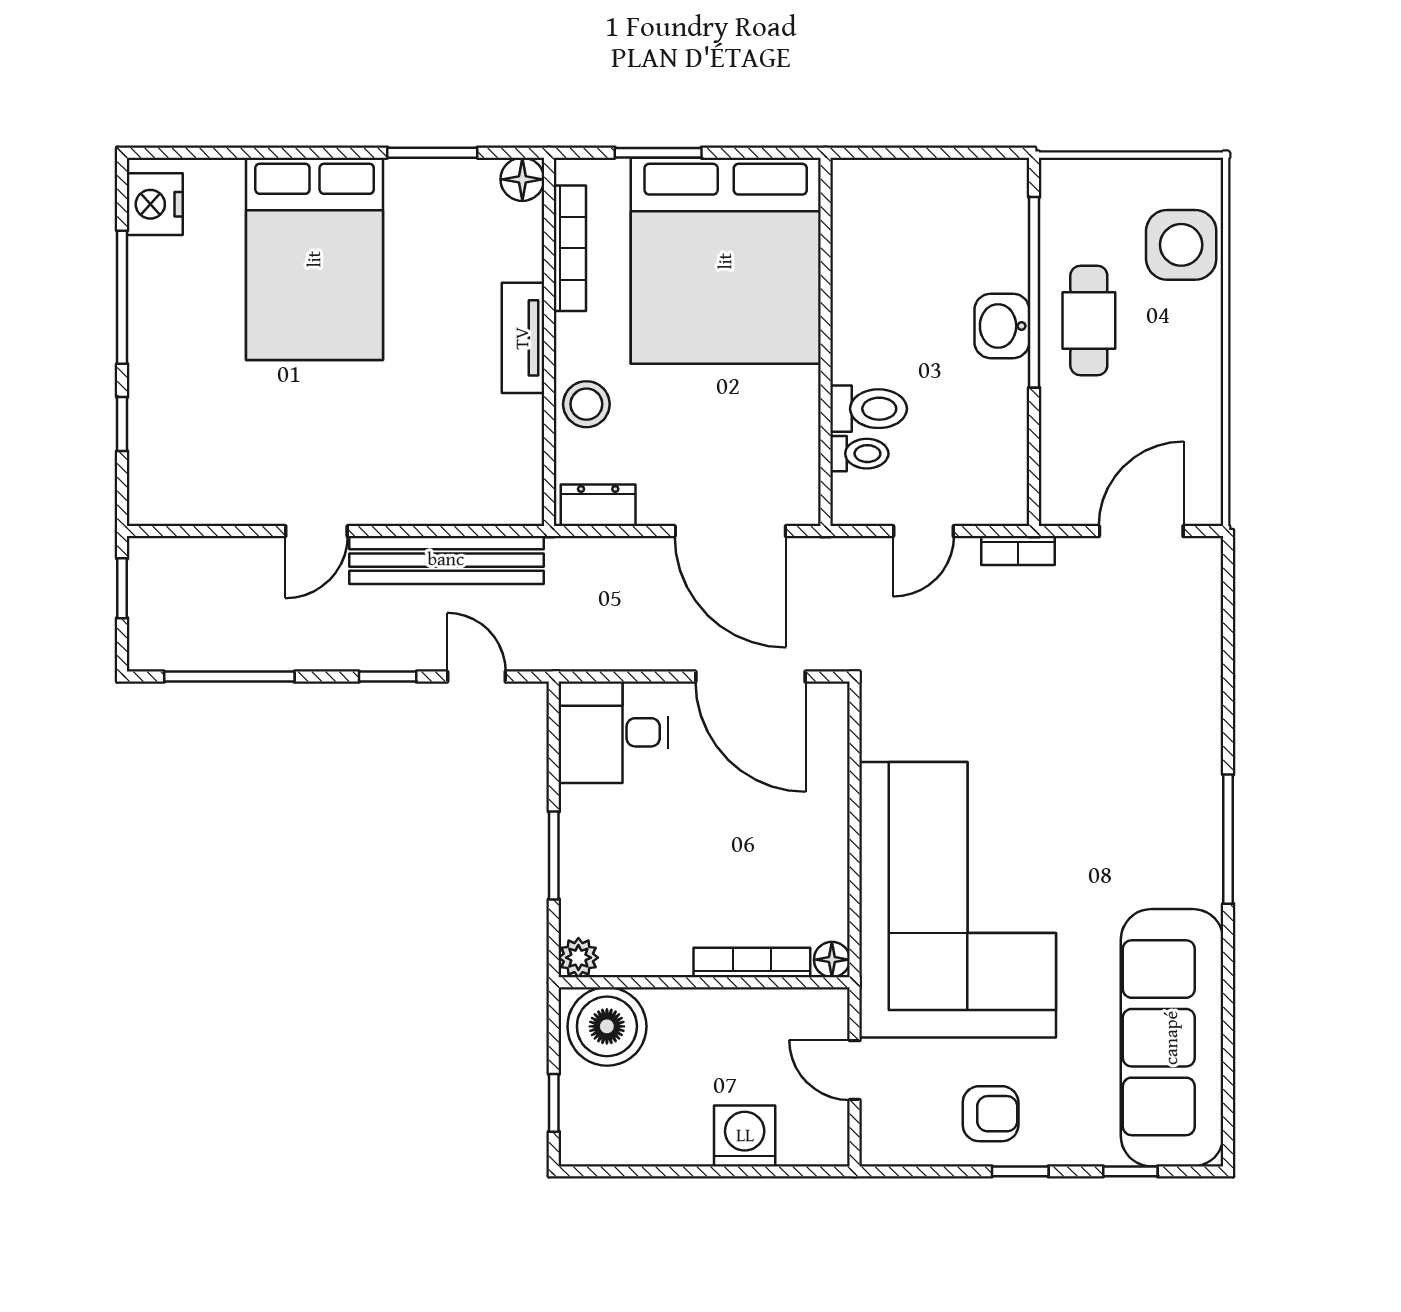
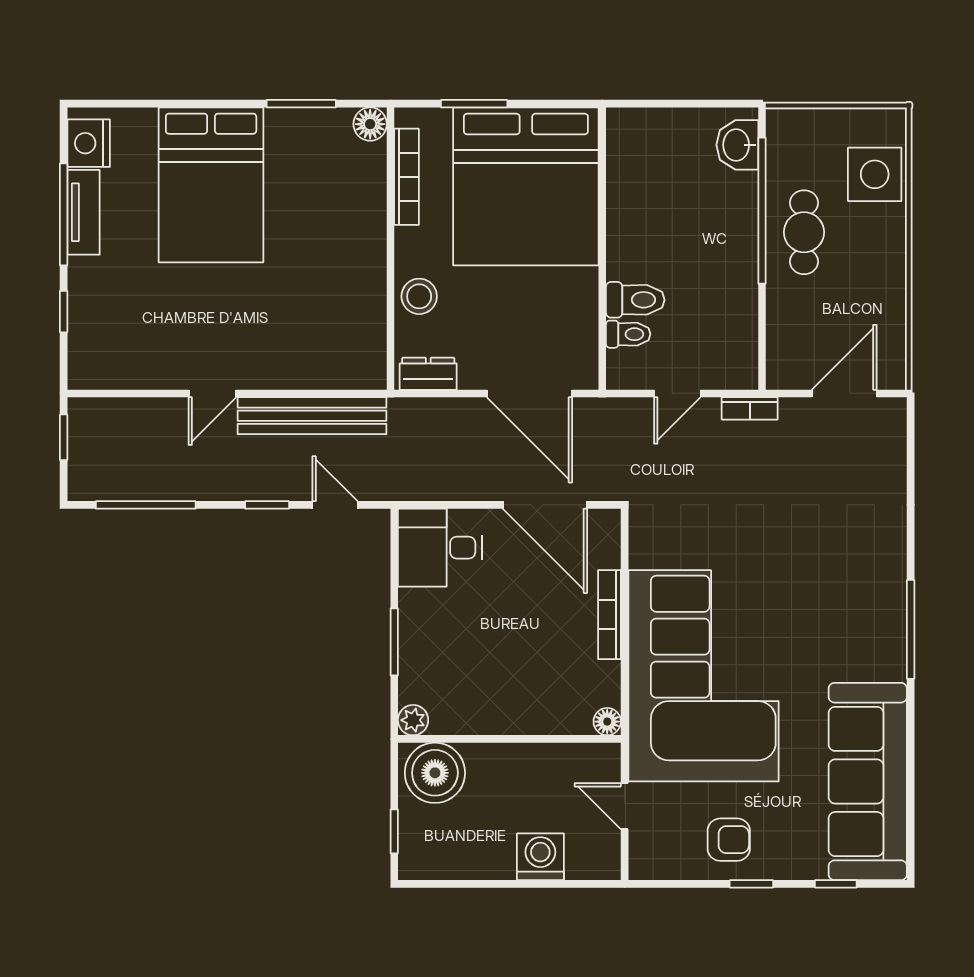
washbasin: (1002, 326) -> (737, 145), moved
tv unit: (523, 338) -> (84, 212), moved, turned 180
bookcase: (752, 962) -> (609, 615), moved, turned -90

